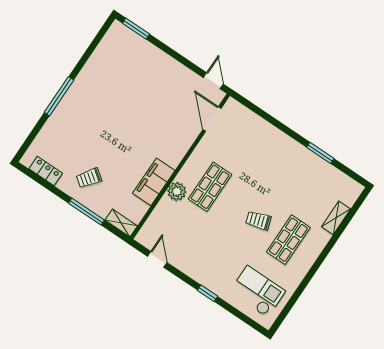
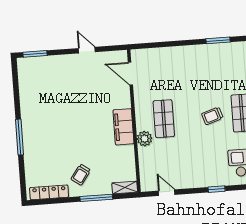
door: (213, 81) -> (87, 50), moved
locker: (46, 171) -> (49, 192), width x1.53
filing cabinet: (154, 182) -> (123, 127), moved

